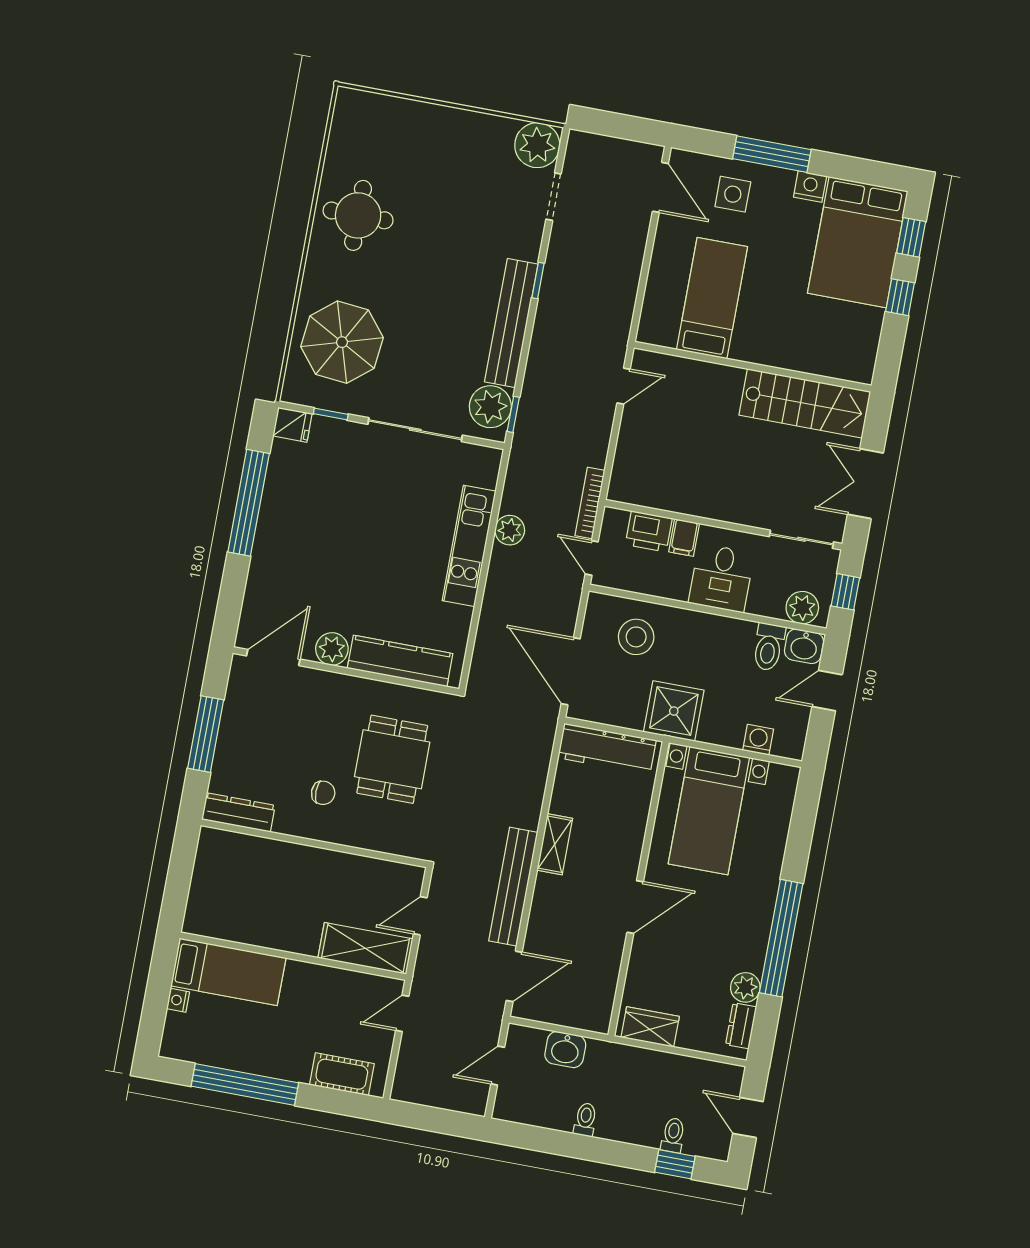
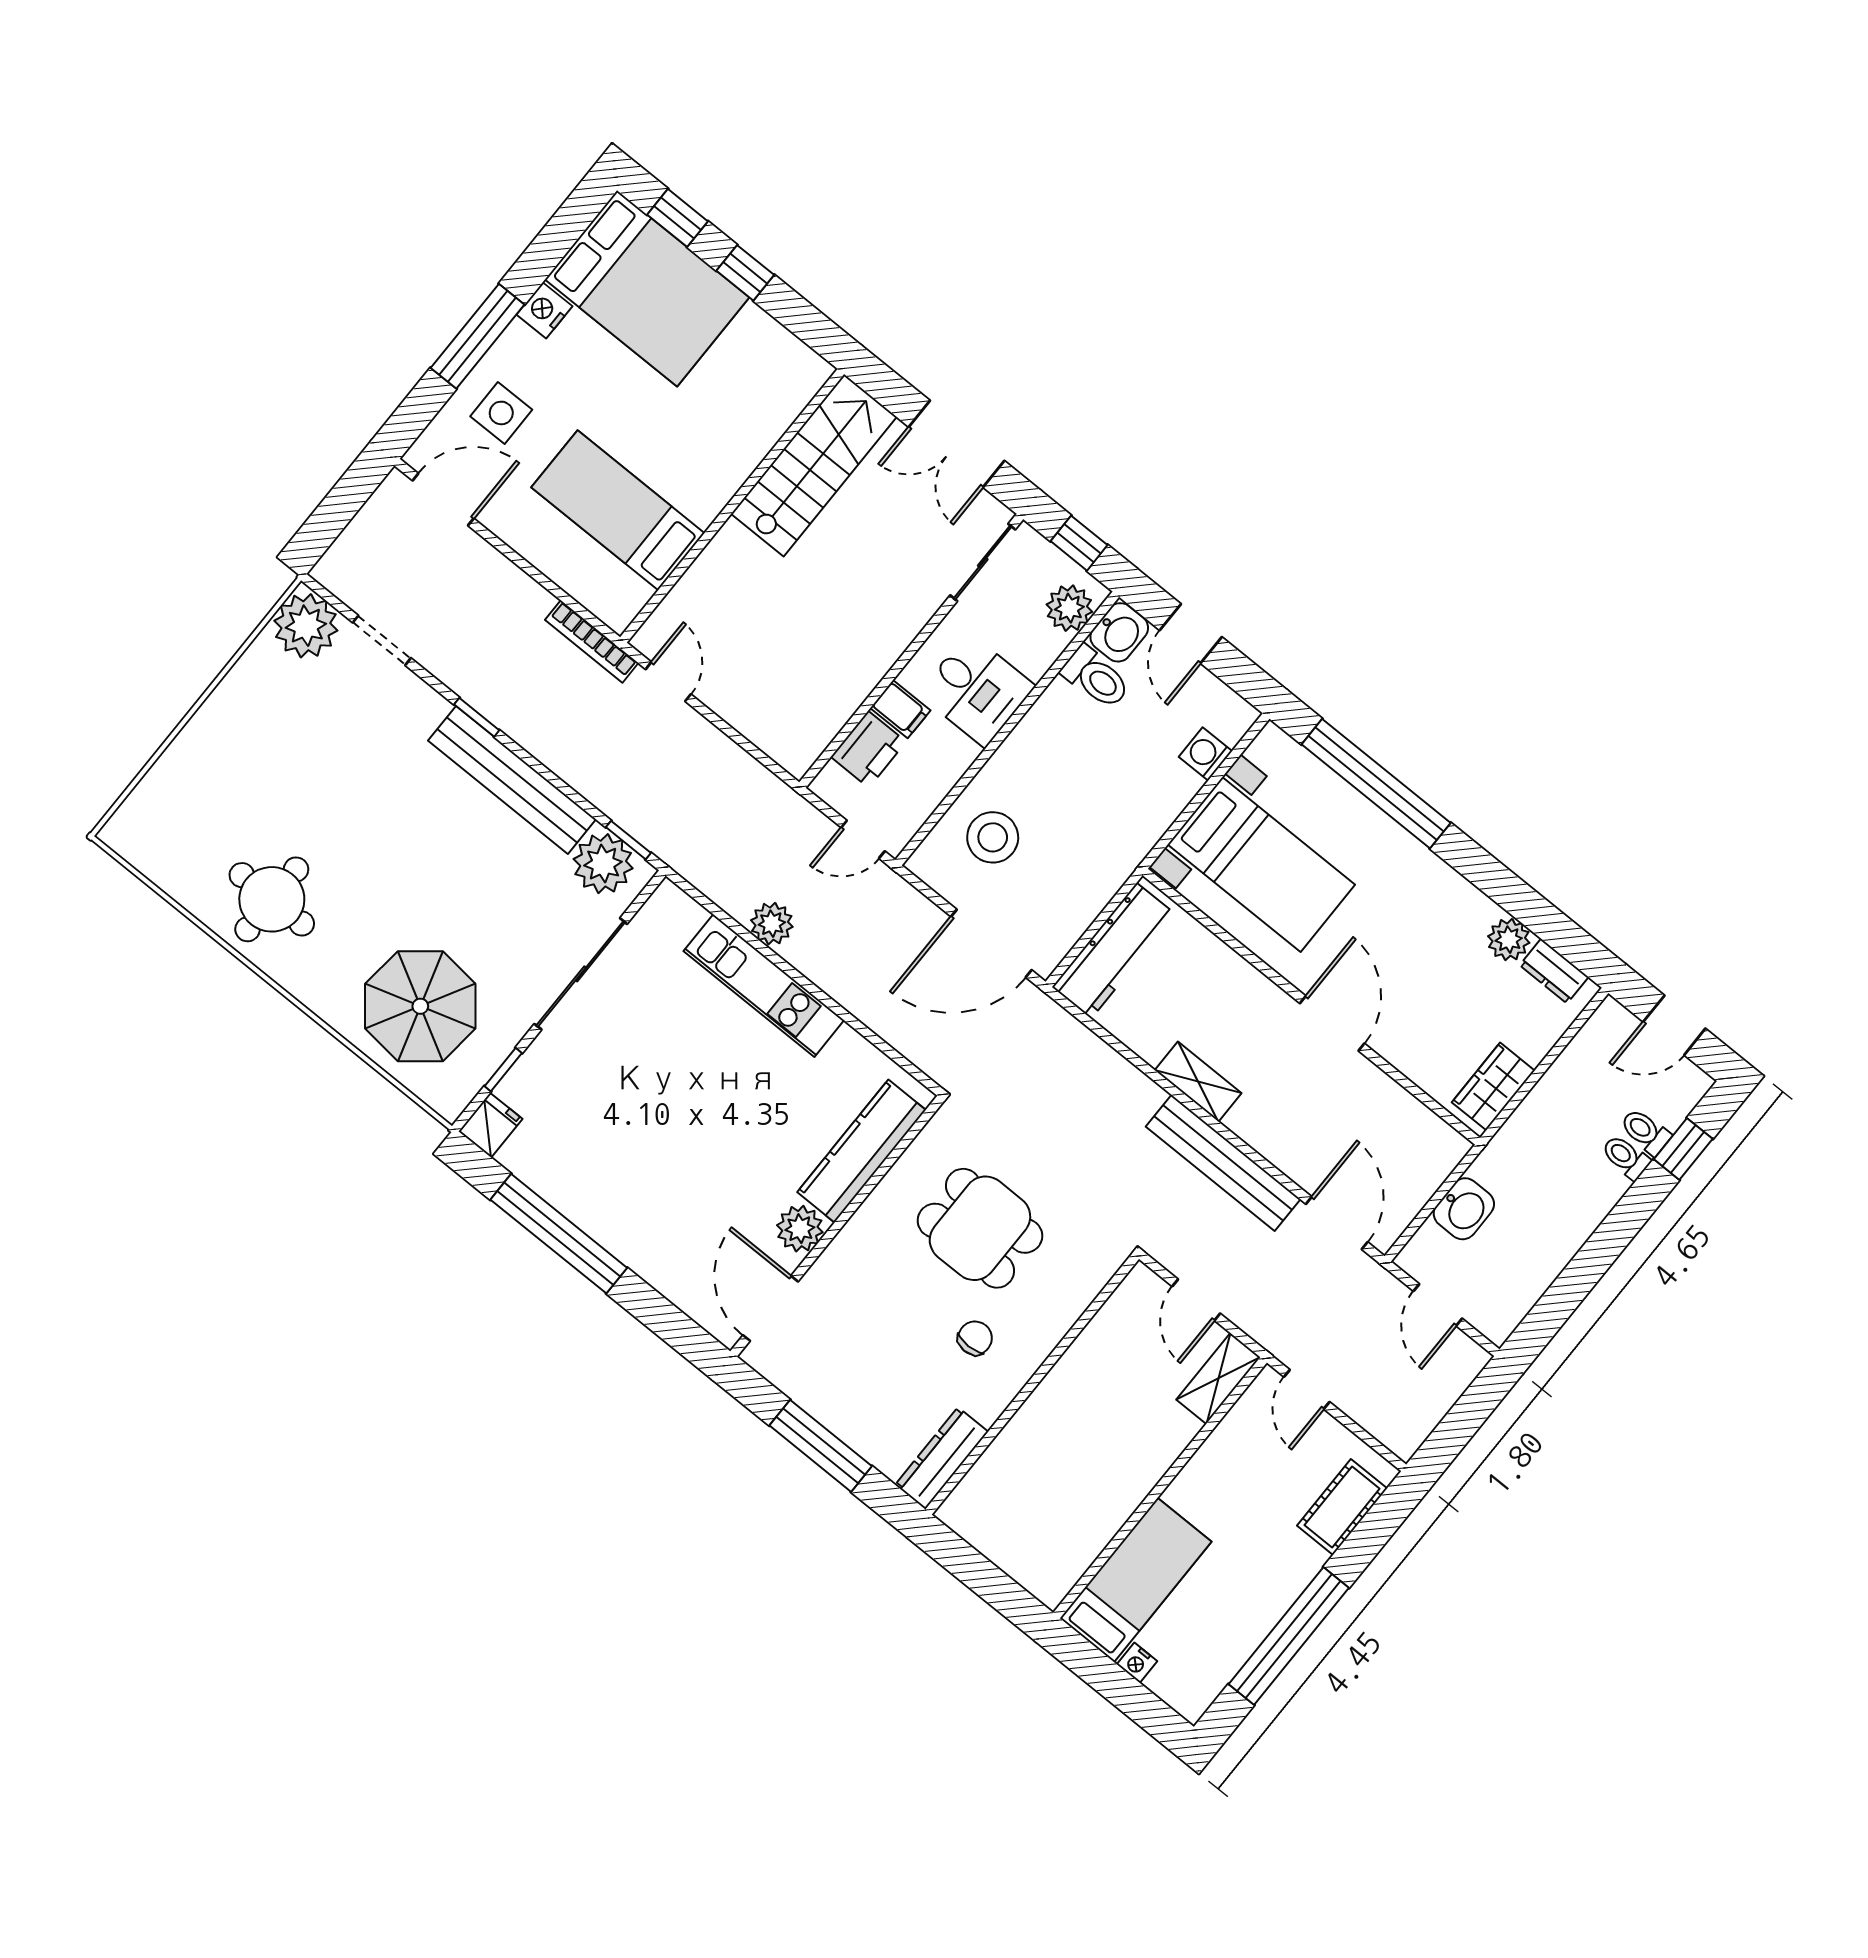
bookcase: (590, 503) -> (592, 641), moved
shower: (674, 711) -> (1112, 841), removed
window: (781, 938) -> (1376, 784), moved
shelving: (365, 948) -> (1218, 1378), width x0.67, depth x0.75
toilet: (585, 1120) -> (1626, 1157), moved

